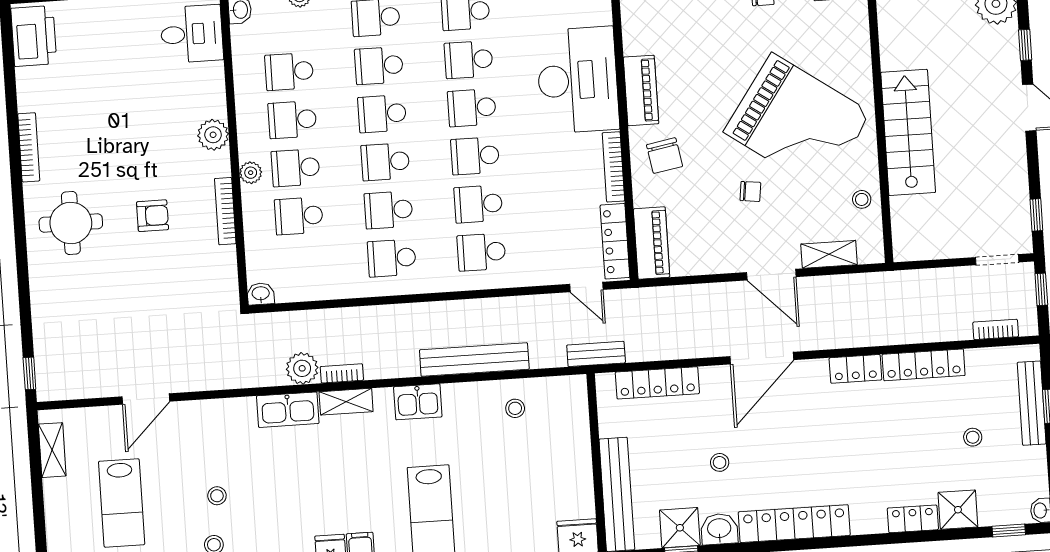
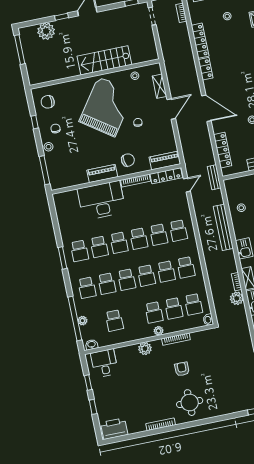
school desk: (292, 120) -> (194, 304), moved

